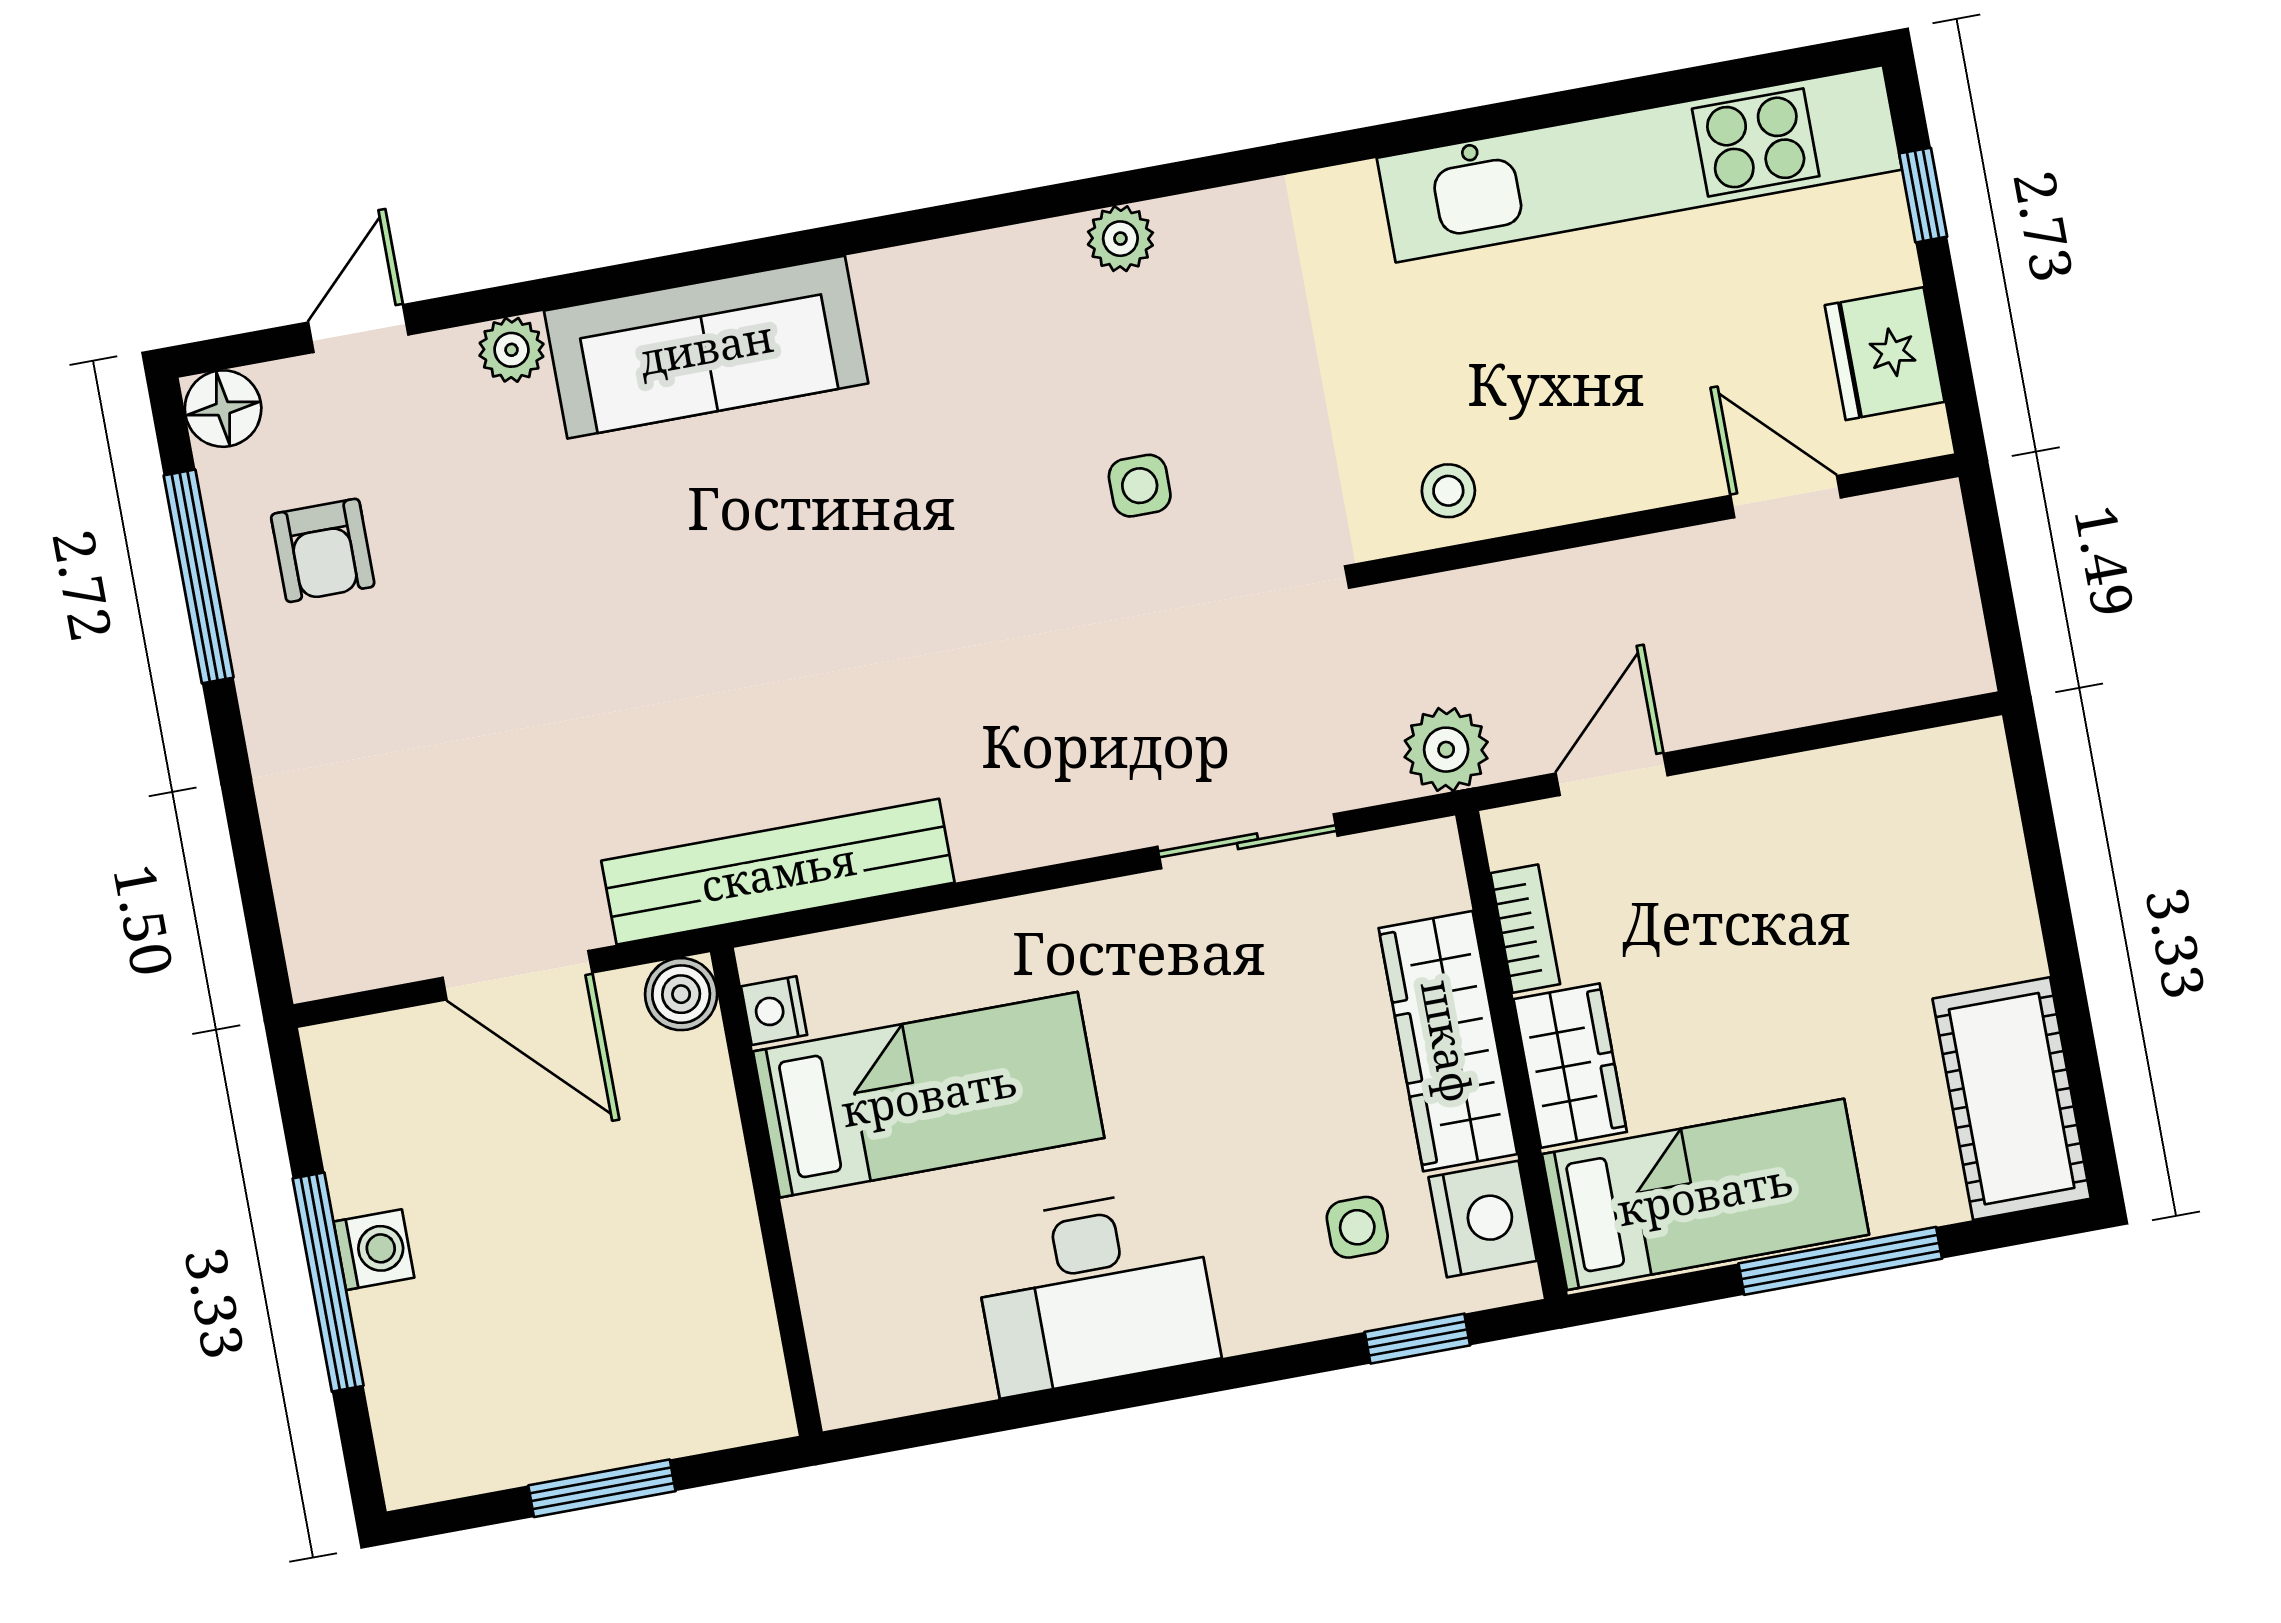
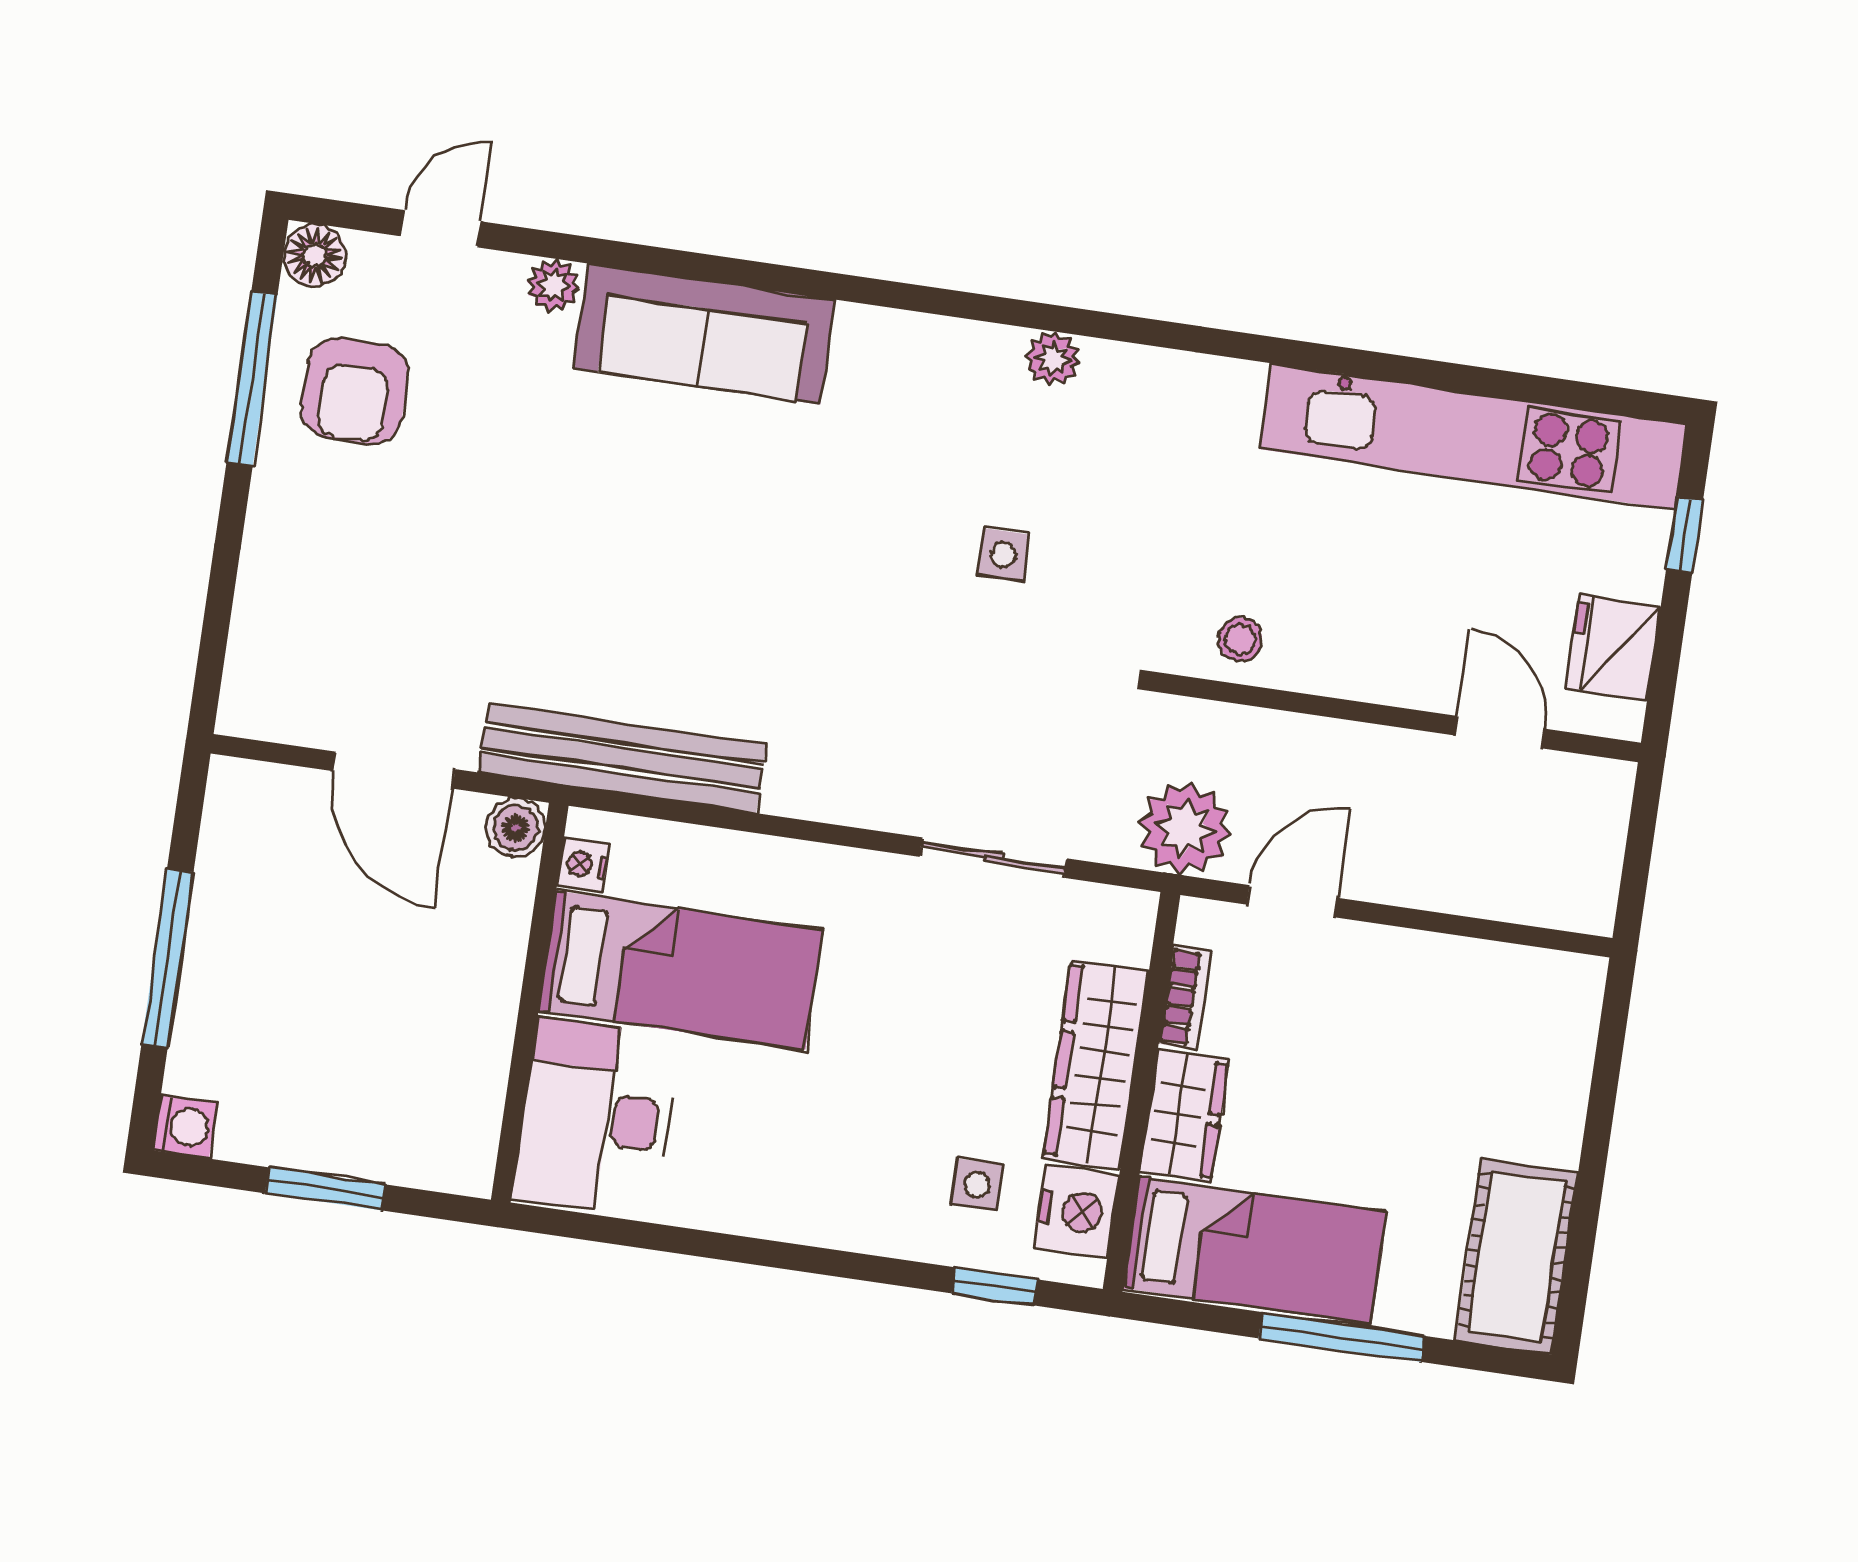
armchair: (323, 550) -> (355, 391), width x1.38, depth x1.38
plant: (1446, 750) -> (1185, 828), width x1.36, depth x1.36
washing machine: (374, 1250) -> (185, 1126), moved
desk: (1095, 1291) -> (596, 1117), moved, turned 90

